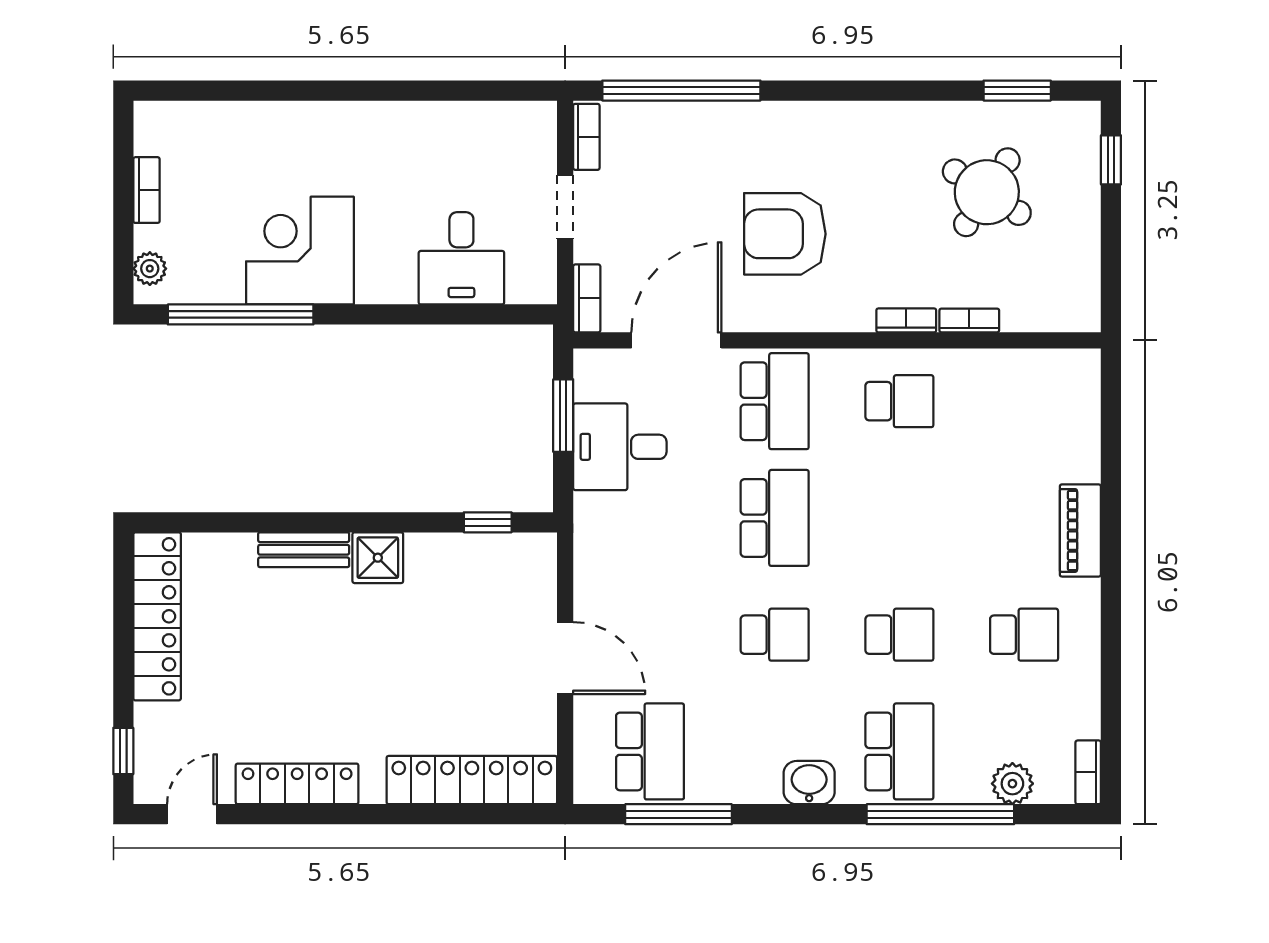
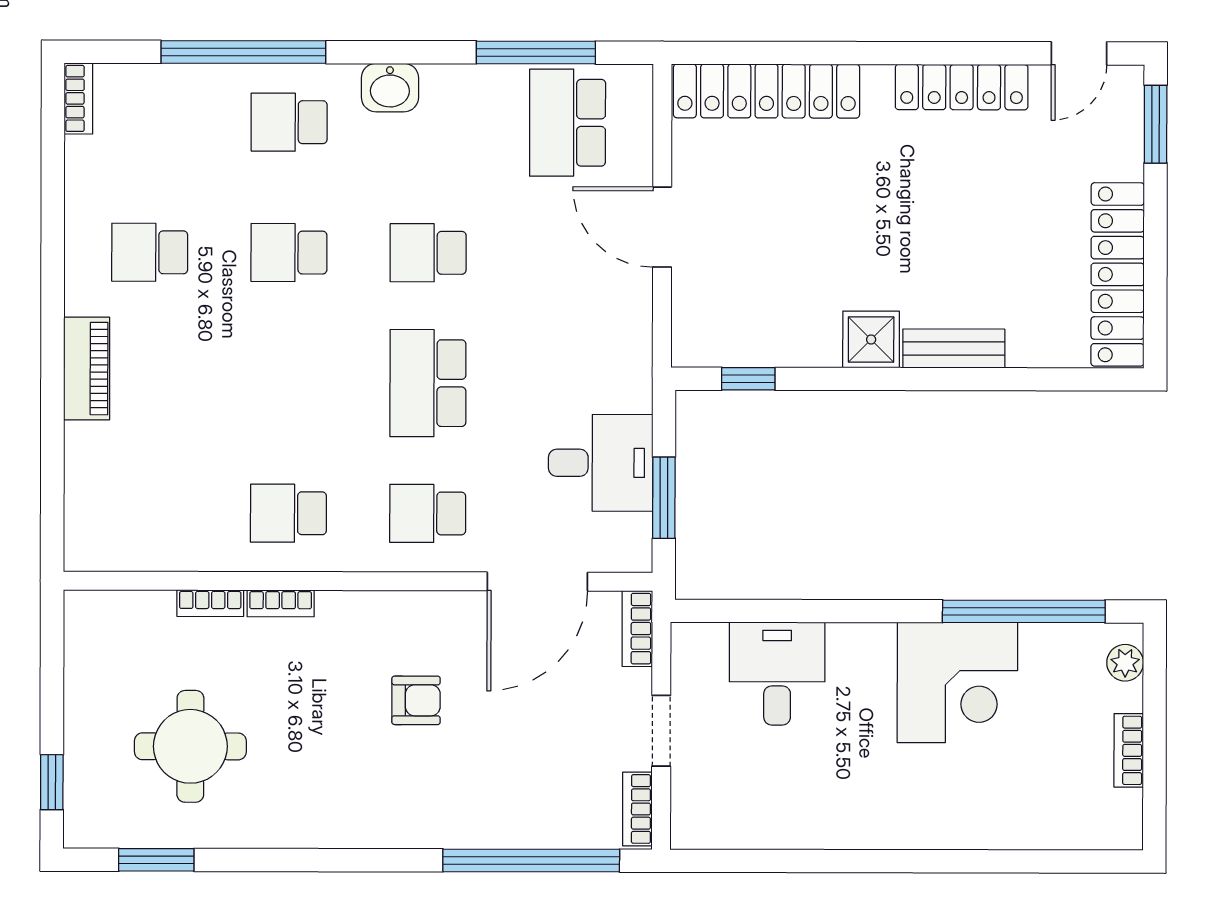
round table: (987, 192) -> (190, 746), turned -33
armchair: (785, 234) -> (416, 700), width x0.53, depth x0.53
school desk: (775, 401) -> (428, 513), width x0.54
window: (123, 751) -> (1156, 124), width x1.50
school desk: (899, 751) -> (289, 122), width x0.54
plant: (1012, 784) -> (163, 86), removed

